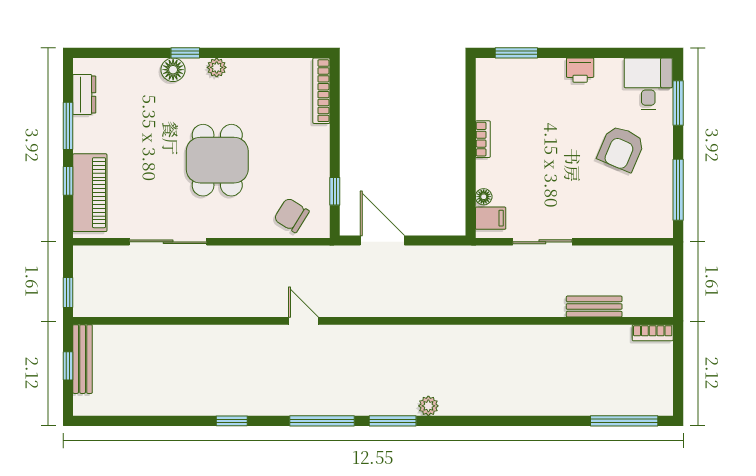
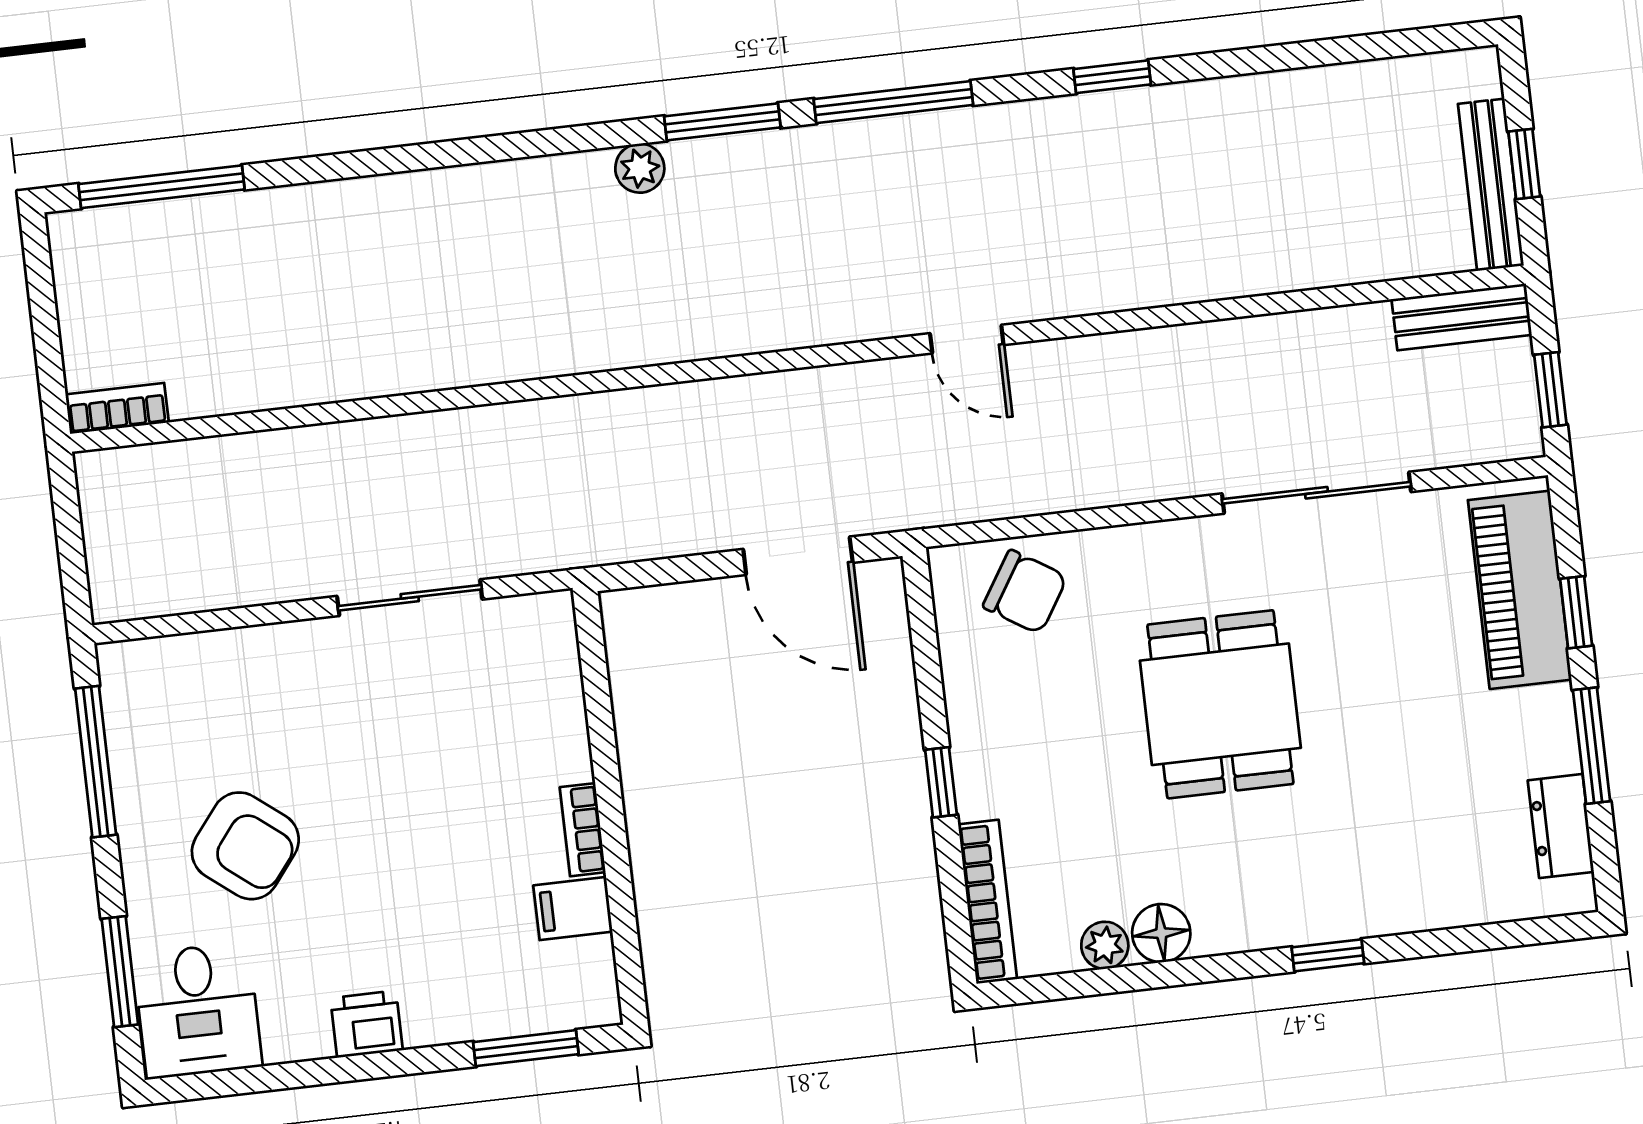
plant: (217, 67) -> (1105, 945), moved
floor lamp: (173, 70) -> (1161, 933), moved
armchair: (621, 148) -> (245, 846), turned 105
window: (335, 191) -> (941, 782), moved
floor lamp: (484, 197) -> (565, 690), removed
filing cabinet: (491, 218) -> (573, 909), moved
window: (68, 293) -> (1550, 390), moved
bench: (594, 307) -> (1462, 317), moved

